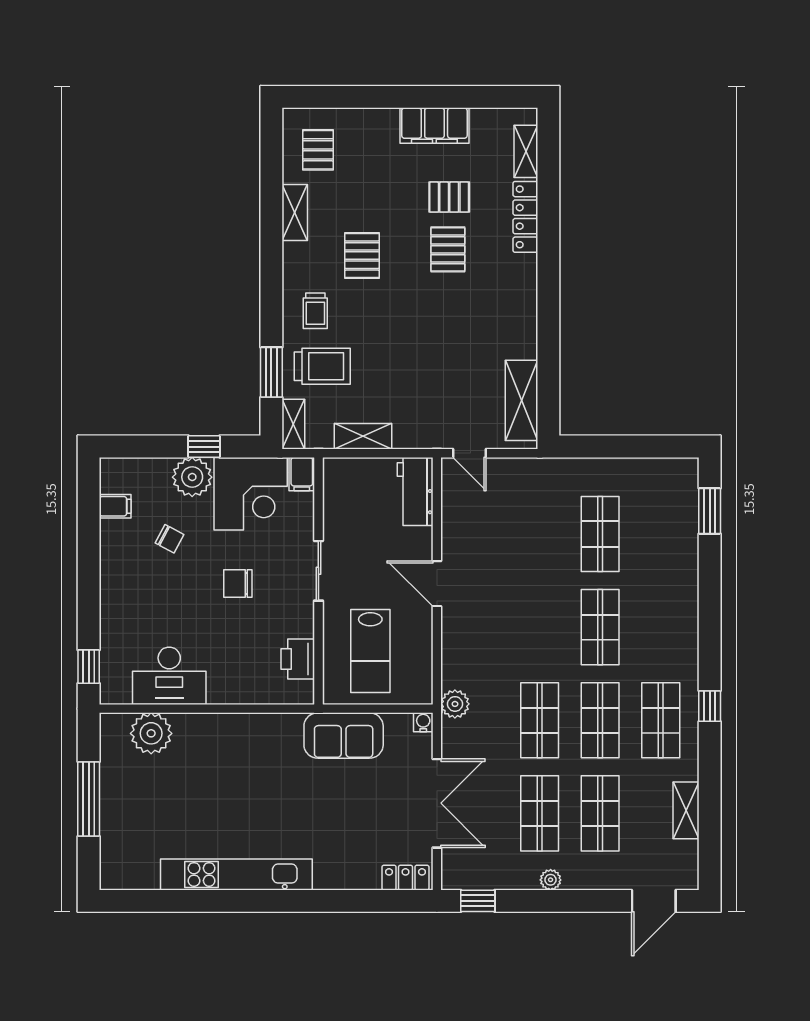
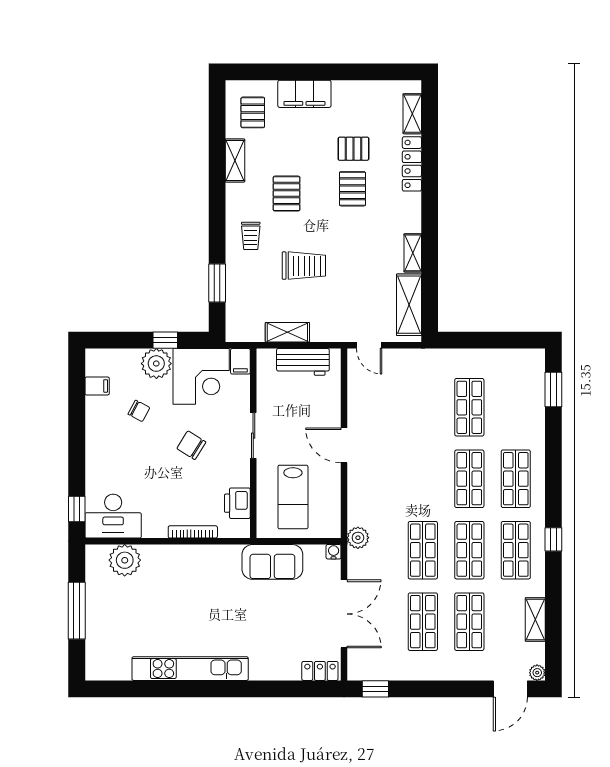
filing cabinet: (434, 126) -> (304, 94), moved
trolley: (322, 366) -> (304, 266), moved
shelving: (293, 424) -> (413, 253), moved
workbench: (415, 491) -> (303, 362), moved, turned -90
chair: (238, 583) -> (191, 445), turned 32
shop shelf: (661, 627) -> (516, 479), added
desk: (169, 676) -> (113, 516), moved
bookcase: (240, 696) -> (193, 532), added
plant: (551, 880) -> (537, 673), moved

